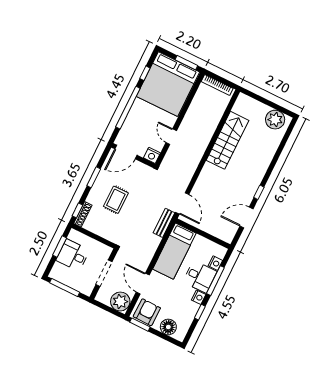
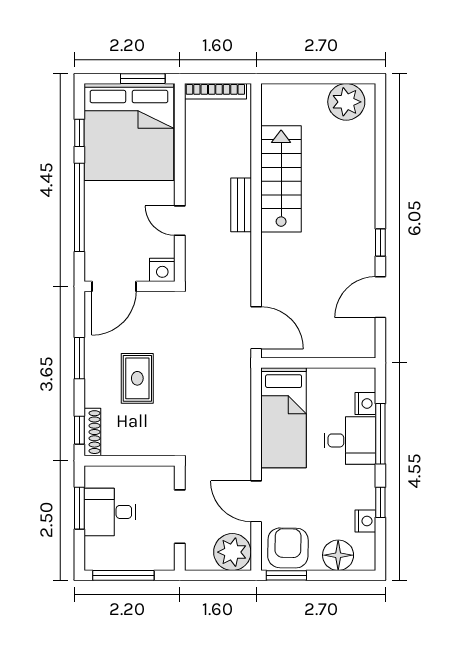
bench: (164, 223) -> (241, 205), moved
nightstand: (199, 297) -> (365, 521), moved

